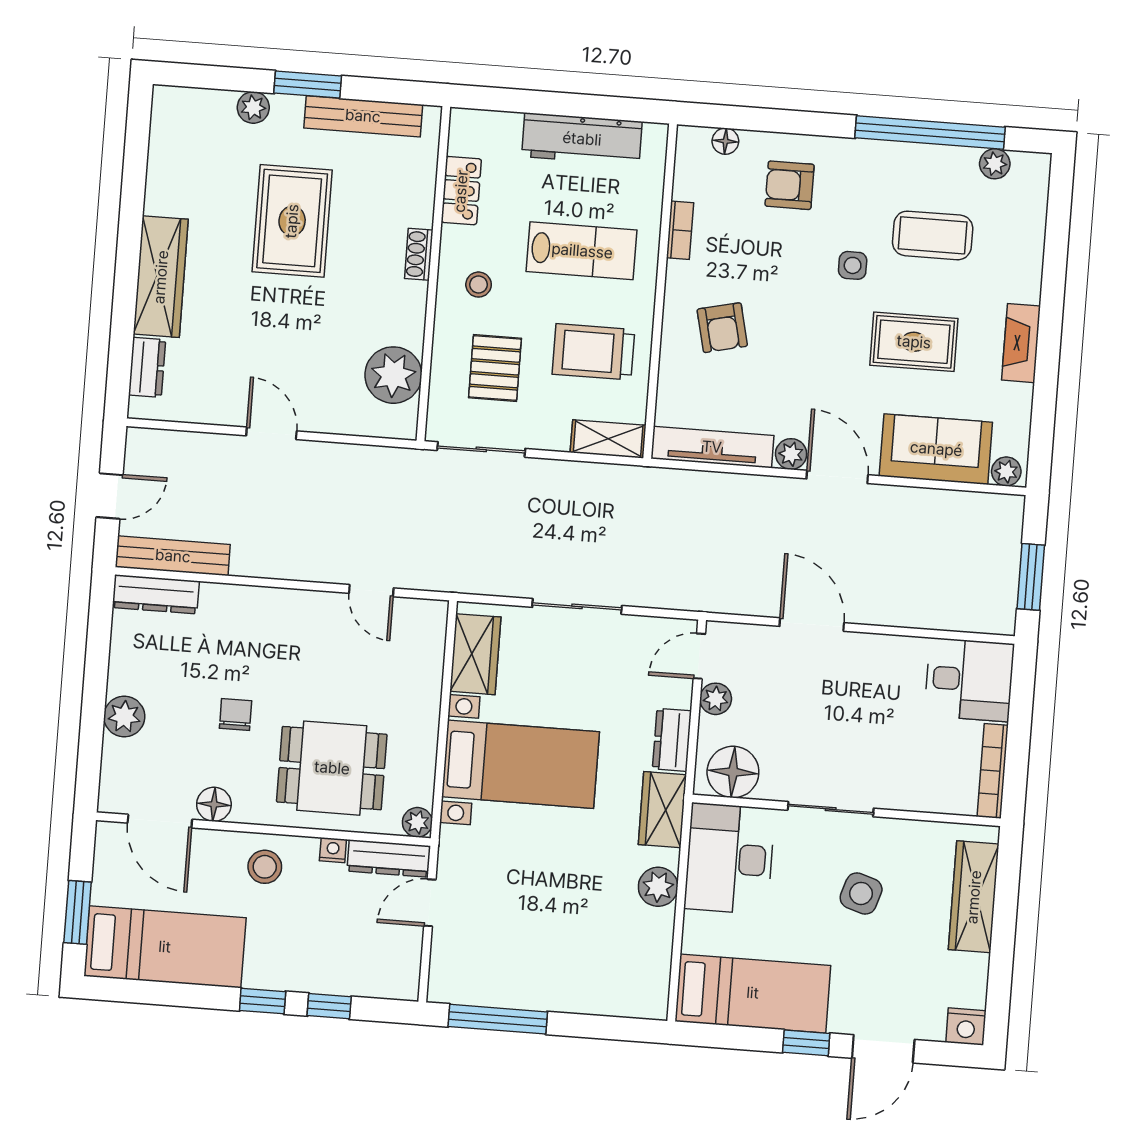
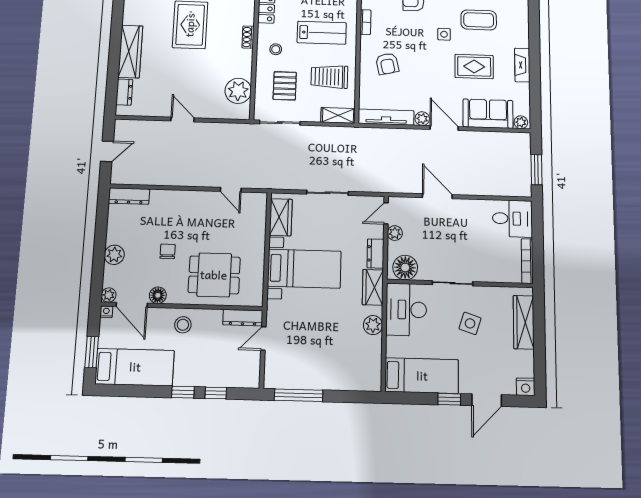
bench: (173, 556) -> (137, 178), removed
plant: (417, 822) -> (109, 295), moved
nightstand: (333, 850) -> (106, 312), moved

